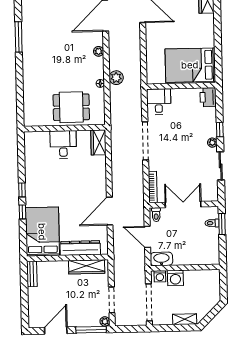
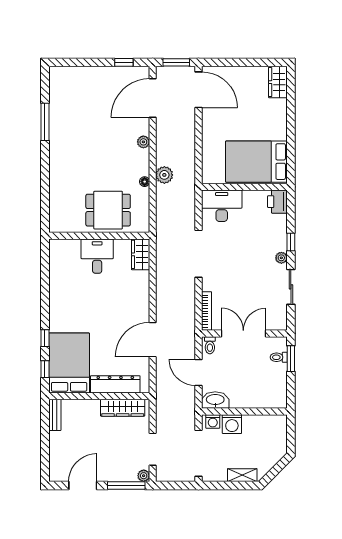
desk: (159, 102) -> (222, 206), width x1.37
window: (22, 190) -> (45, 369), moved

